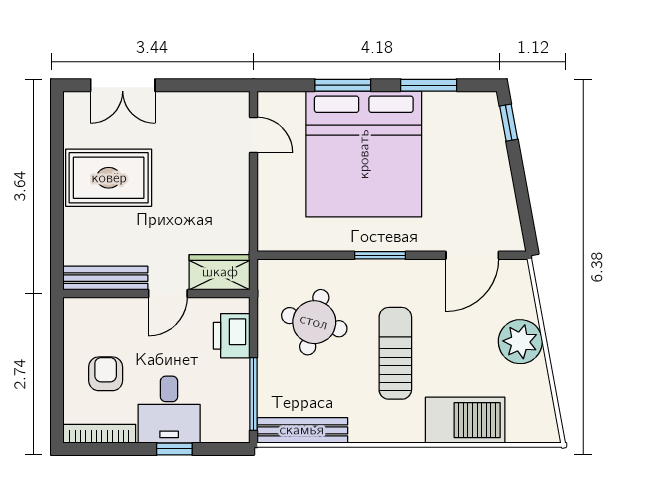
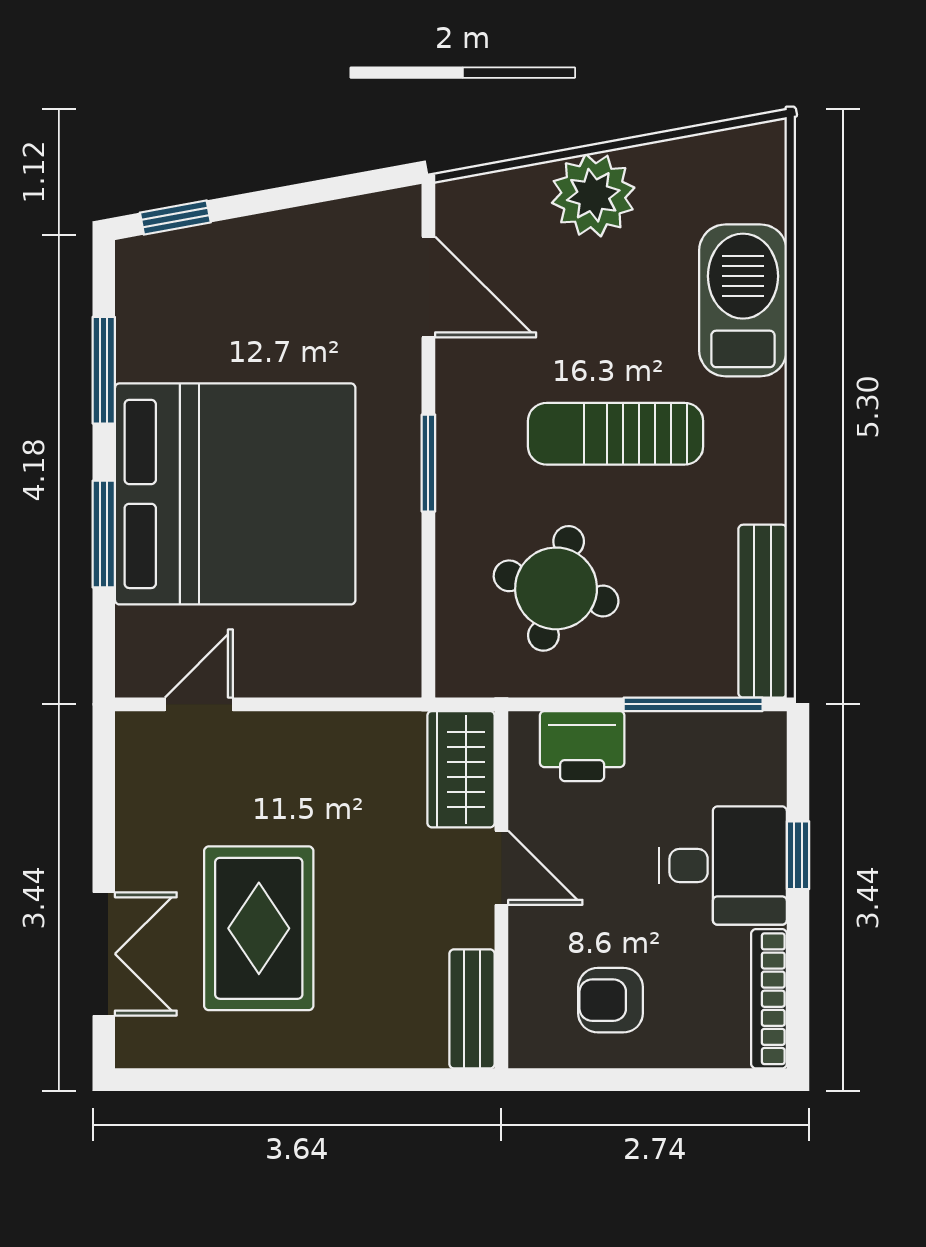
rug: (109, 178) -> (259, 928), moved
bench: (105, 278) -> (472, 1009), width x0.73
armchair: (106, 374) -> (610, 1000), moved

